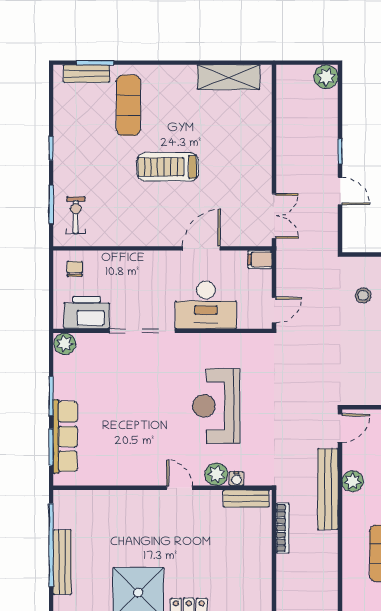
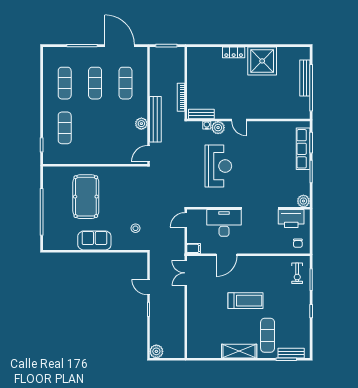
shelving: (229, 77) -> (239, 351), moved

